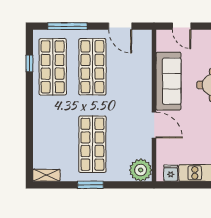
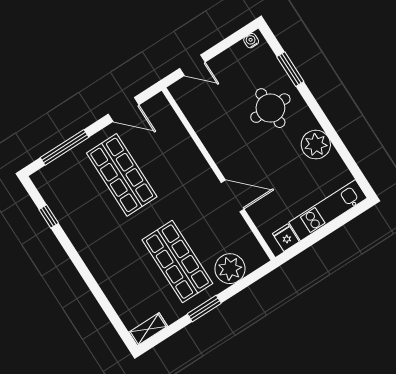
shop shelf: (53, 67) -> (77, 203), removed
sofa: (168, 81) -> (217, 136), removed
plant: (141, 170) -> (230, 269), moved

